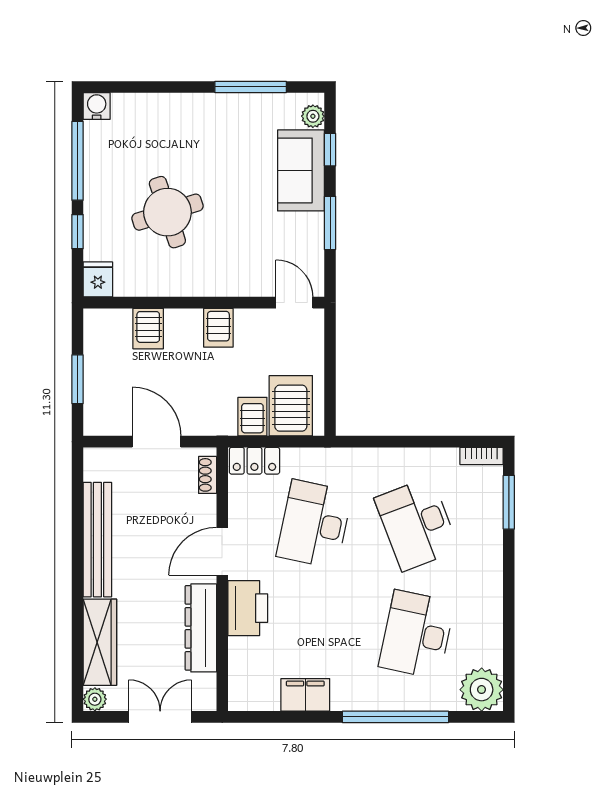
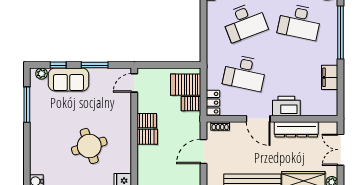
server rack: (148, 329) -> (147, 137), moved

